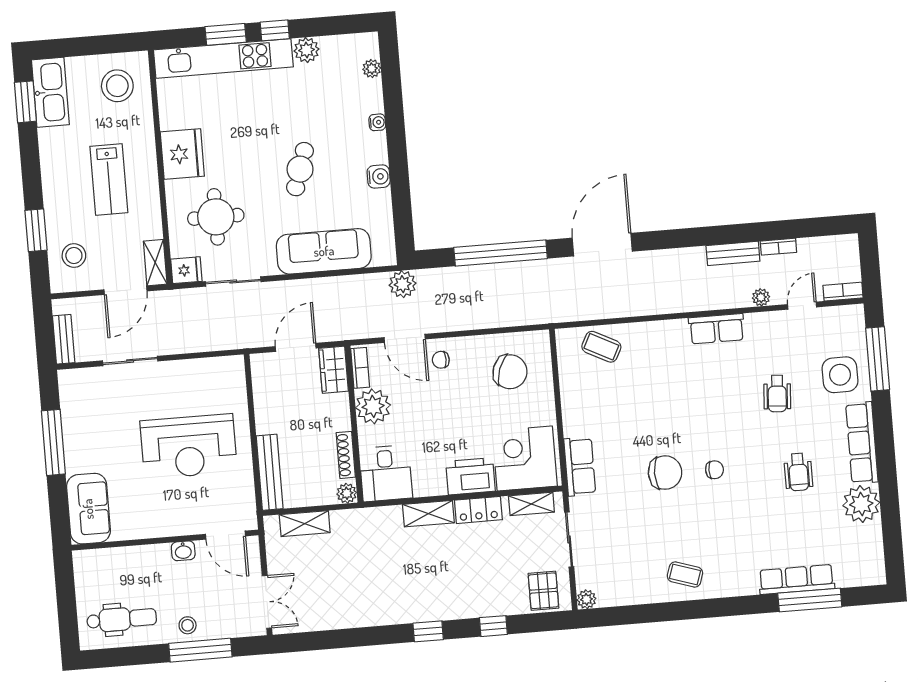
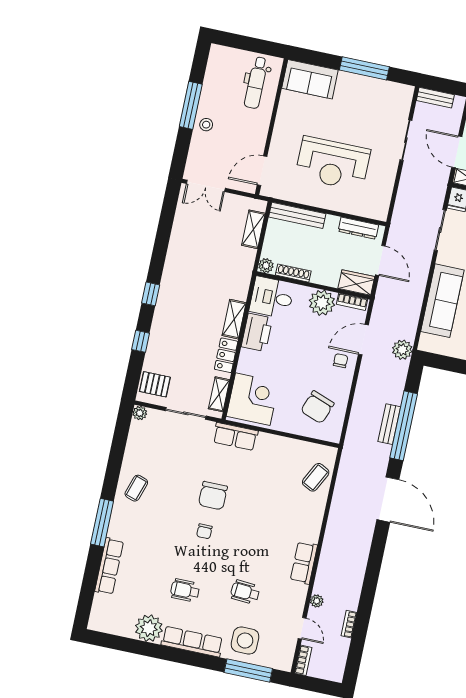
bench: (733, 253) -> (389, 424), moved
dresser: (262, 388) -> (358, 228), added
reception desk: (189, 446) -> (333, 163), turned -90
printer: (470, 476) -> (257, 332), moved
washbasin: (183, 551) -> (260, 137), removed
window: (810, 600) -> (102, 523), moved
dental chair: (122, 619) -> (256, 83), moved
window: (200, 650) -> (191, 105), moved

